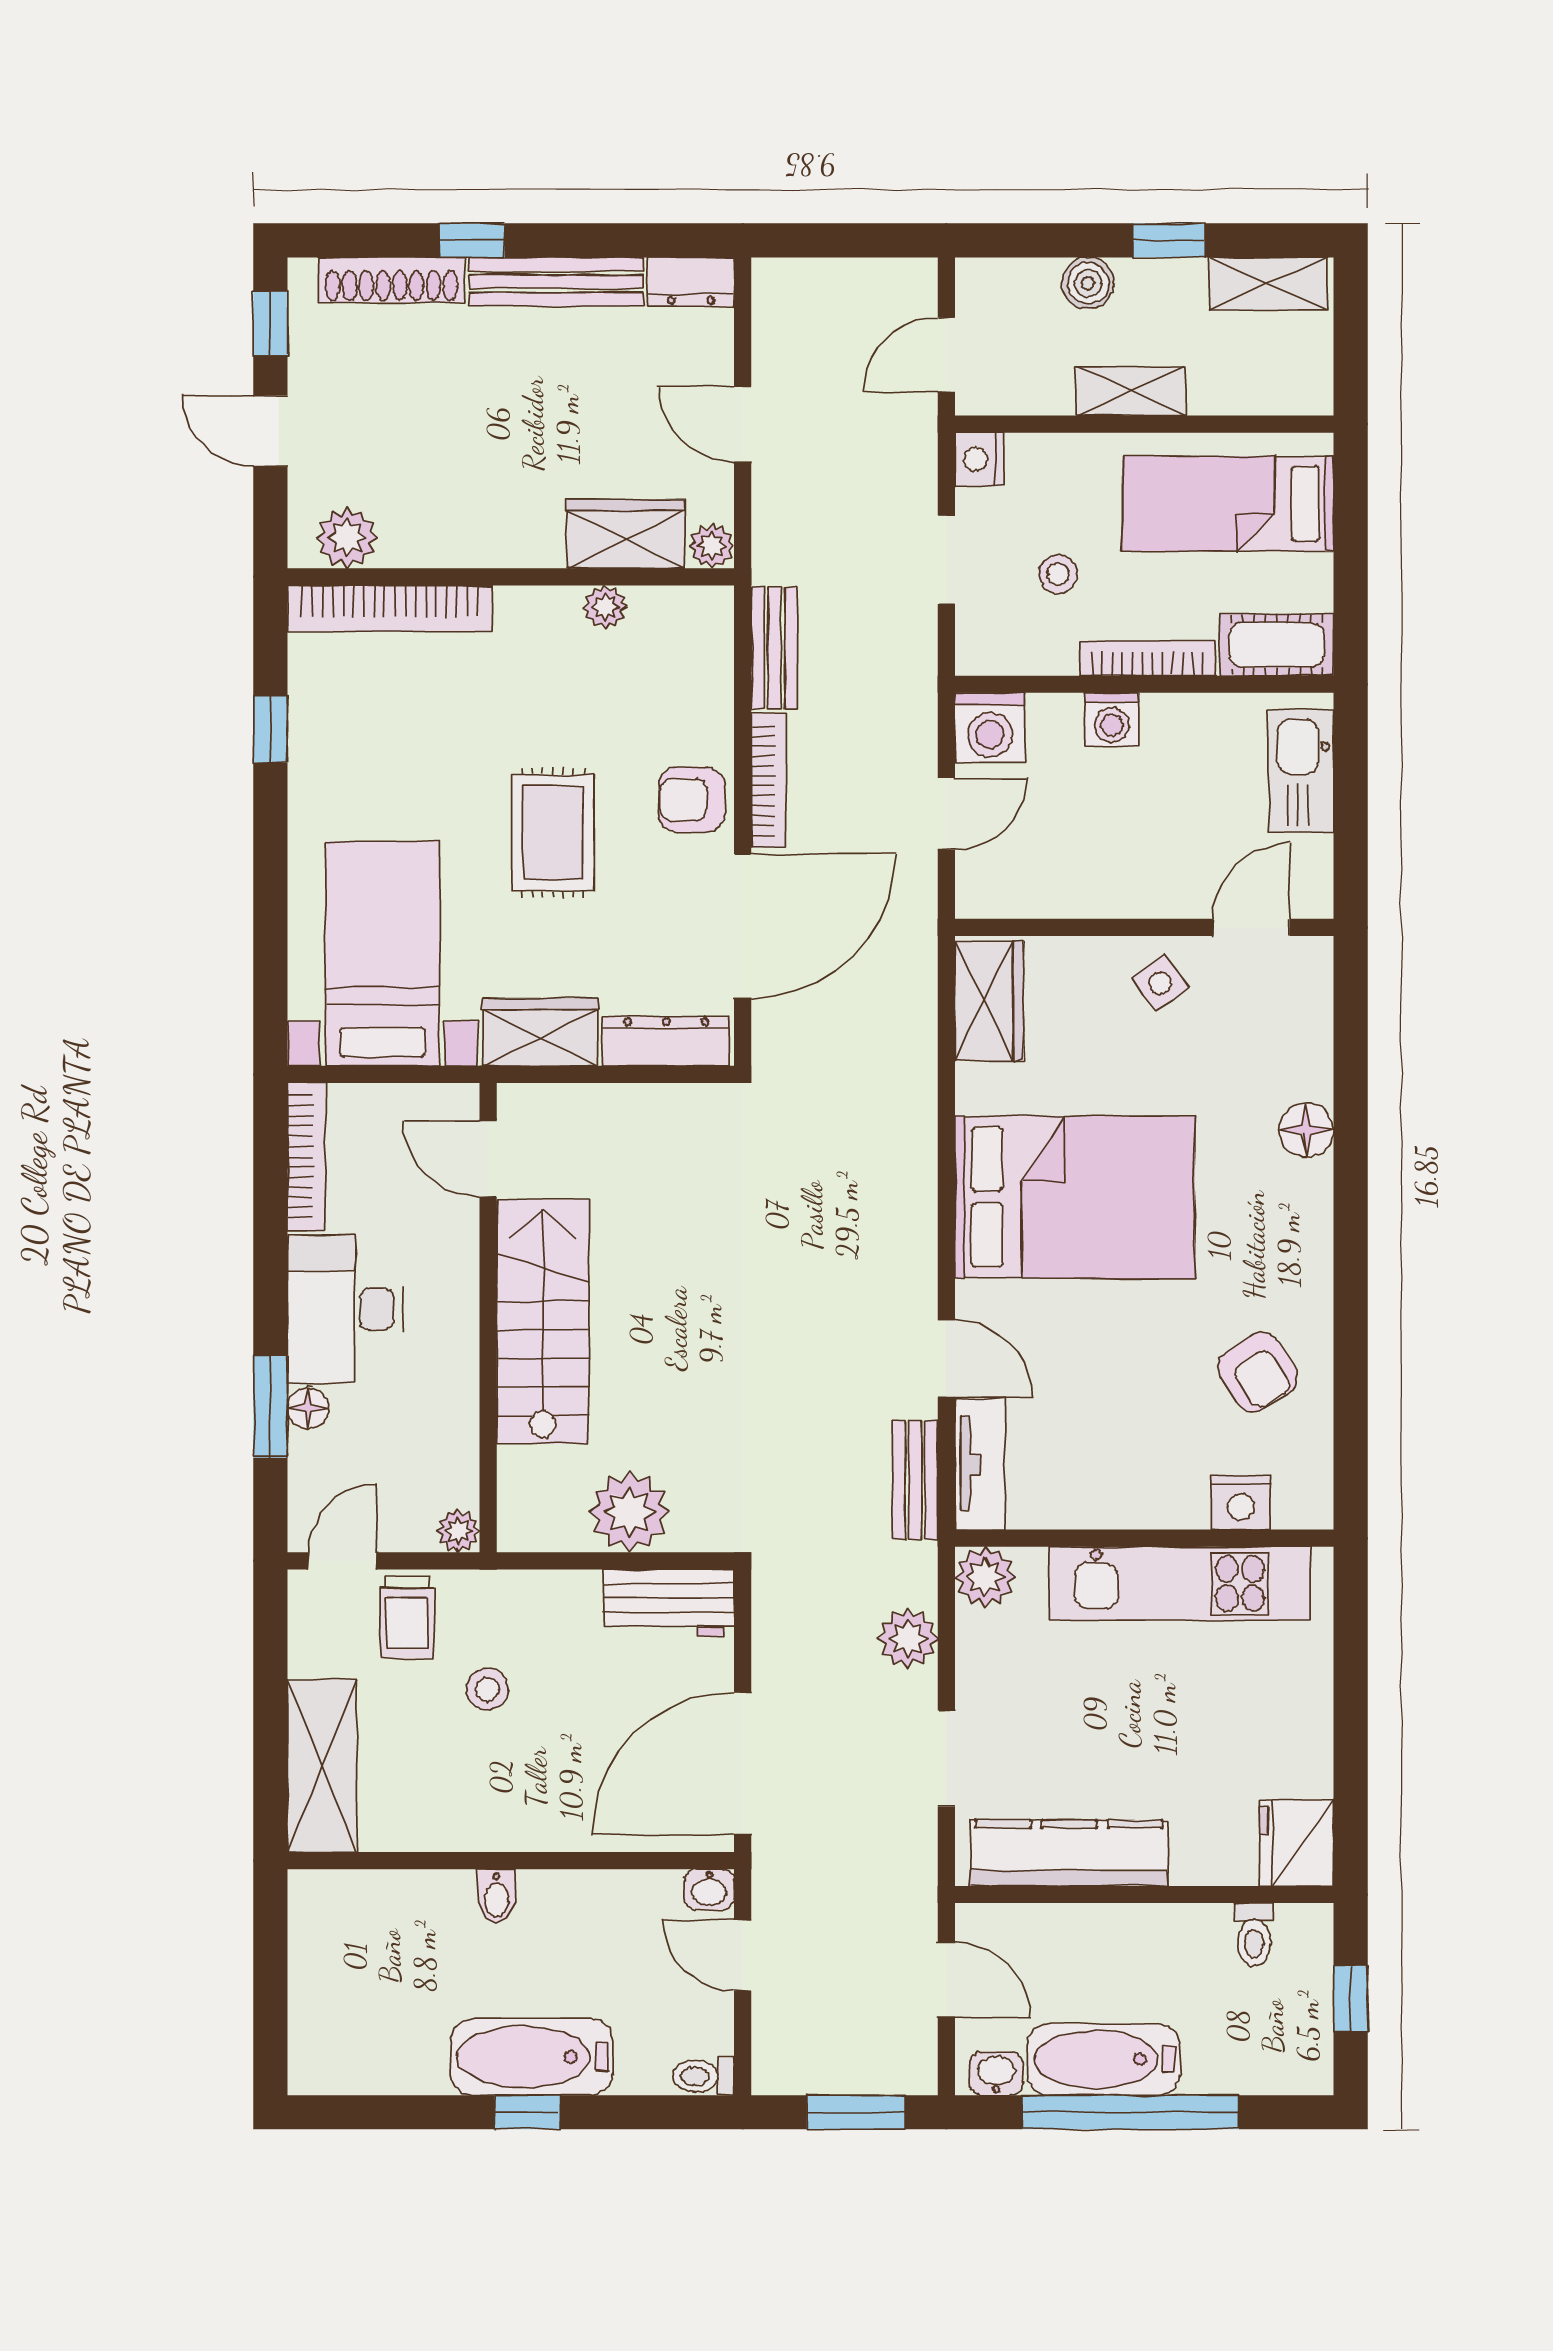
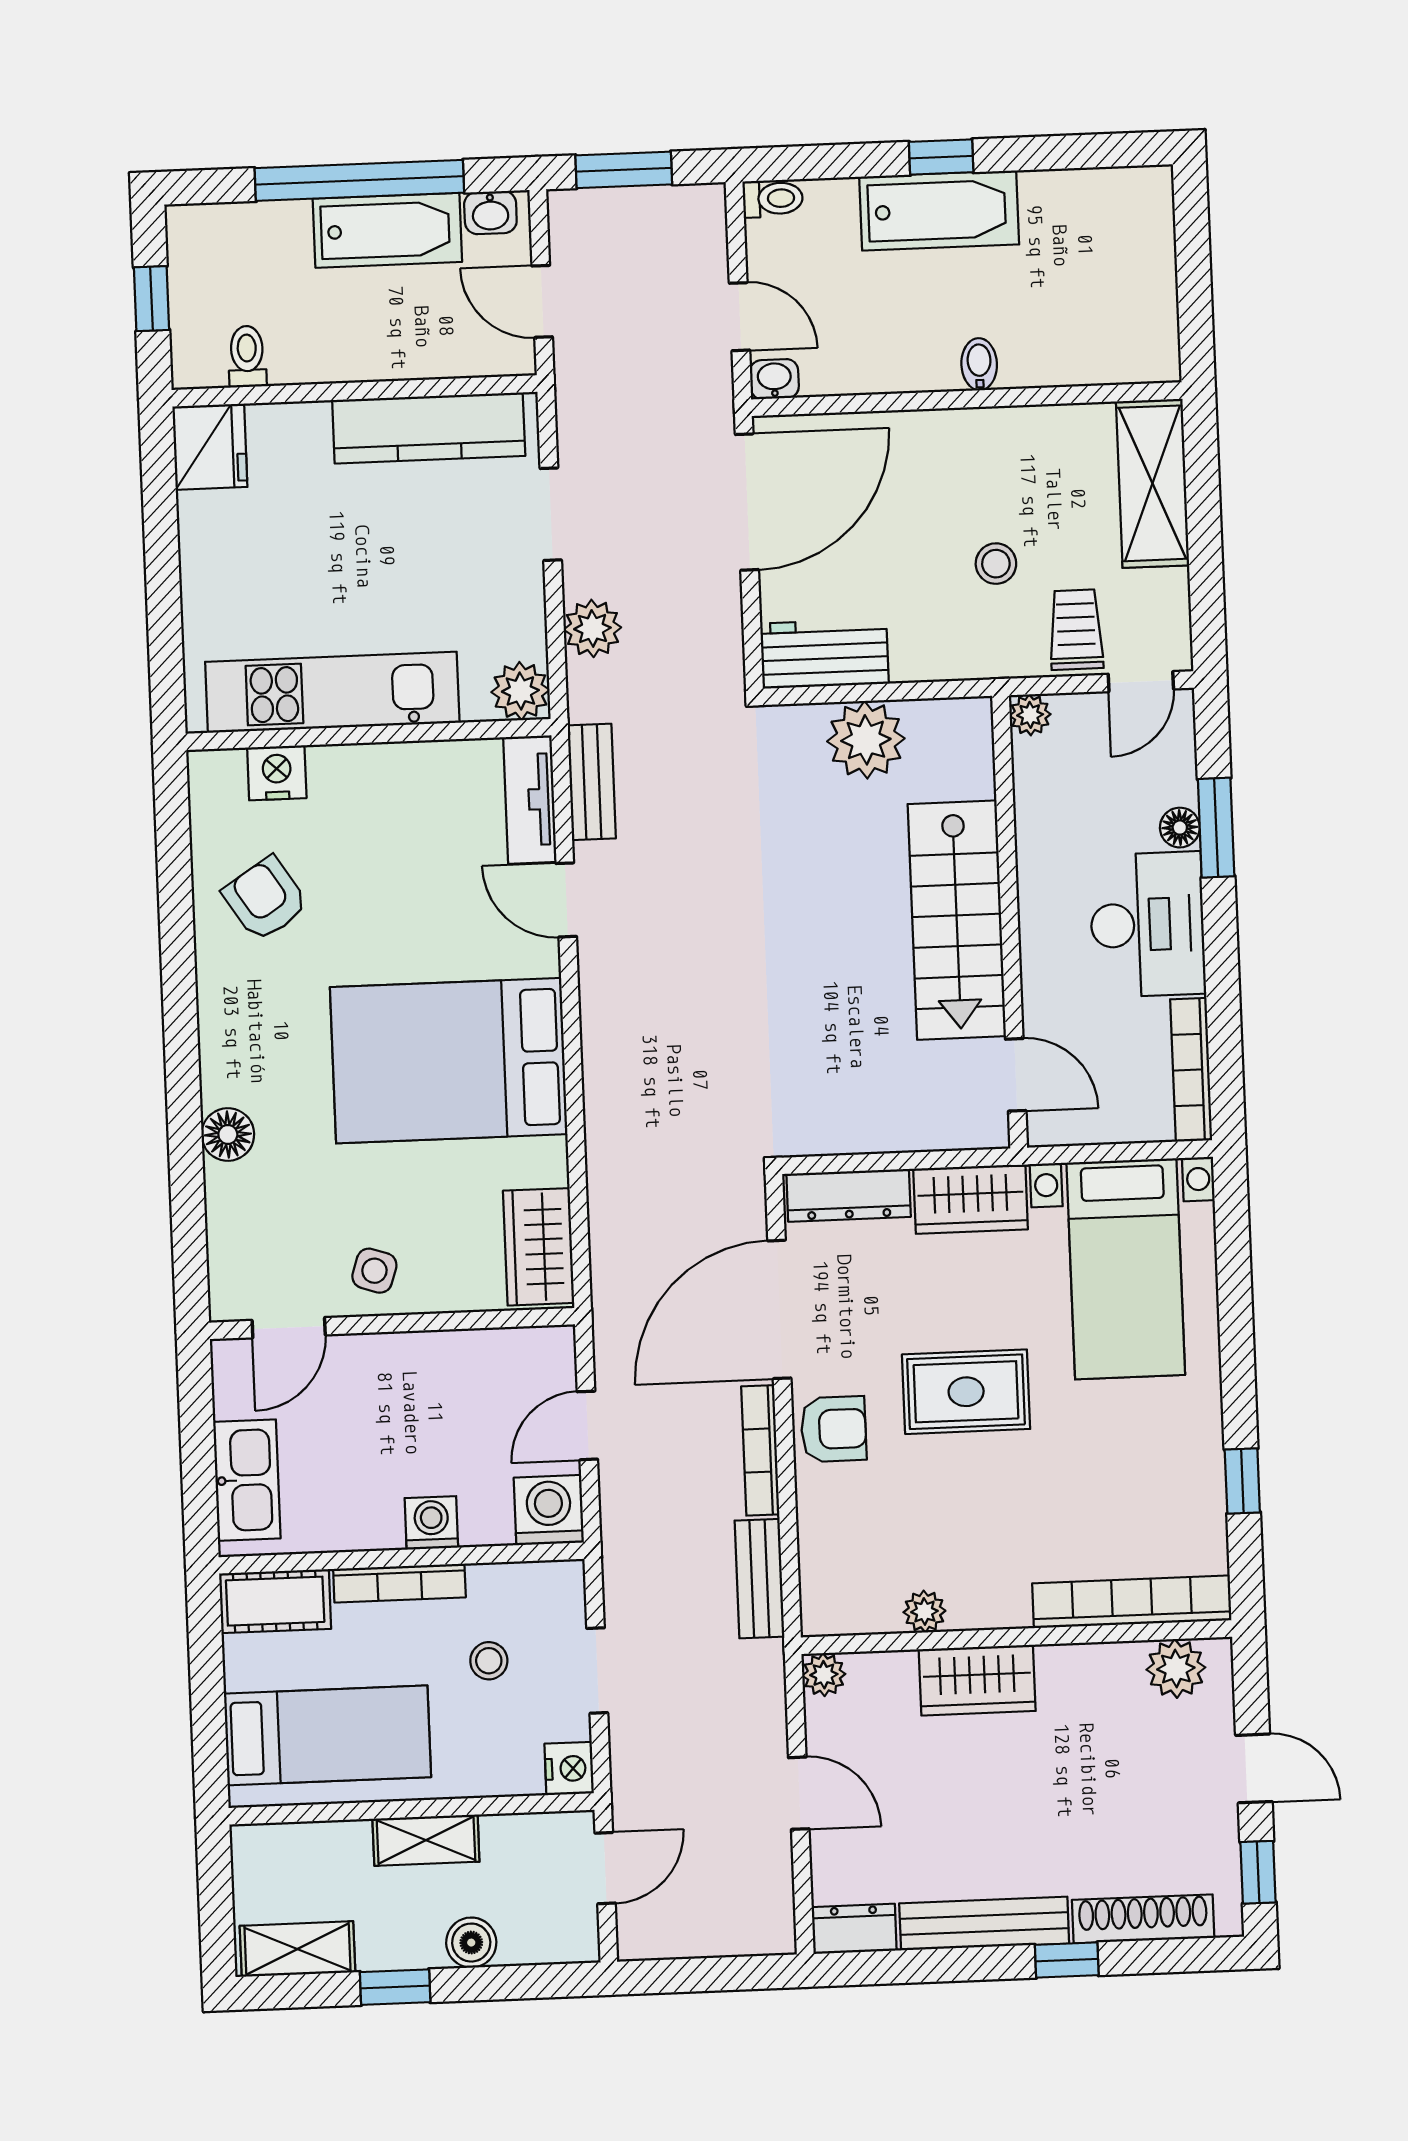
wardrobe: (626, 534) -> (977, 1680), moved
rug: (553, 833) -> (966, 1392), turned 90
side table: (1160, 983) -> (374, 1271), turned -36

